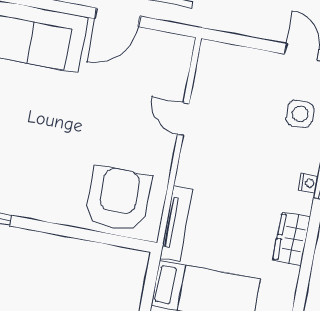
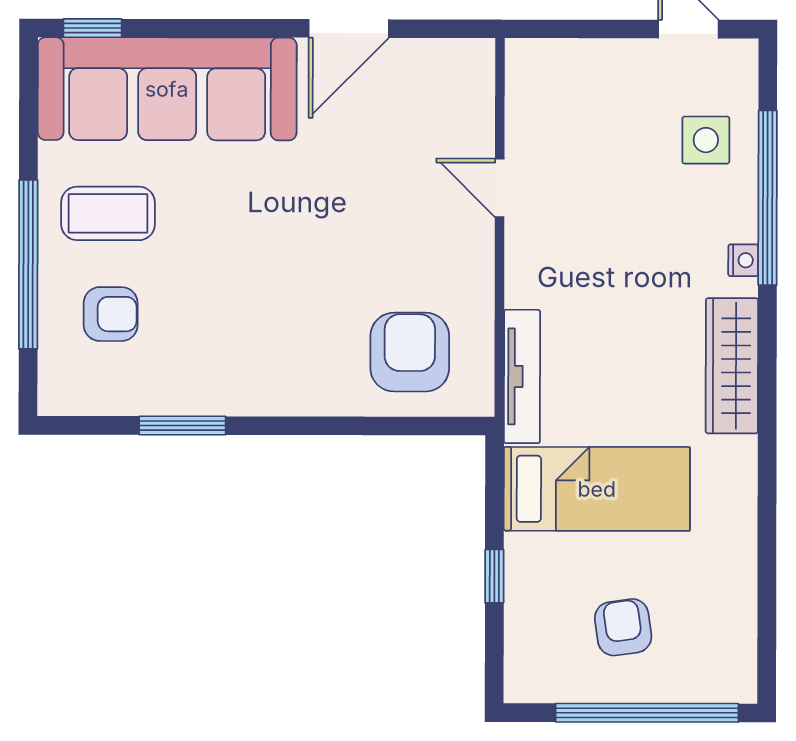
armchair: (118, 199) -> (410, 352), width x0.73, depth x0.73
wardrobe: (291, 239) -> (732, 366), width x1.50

